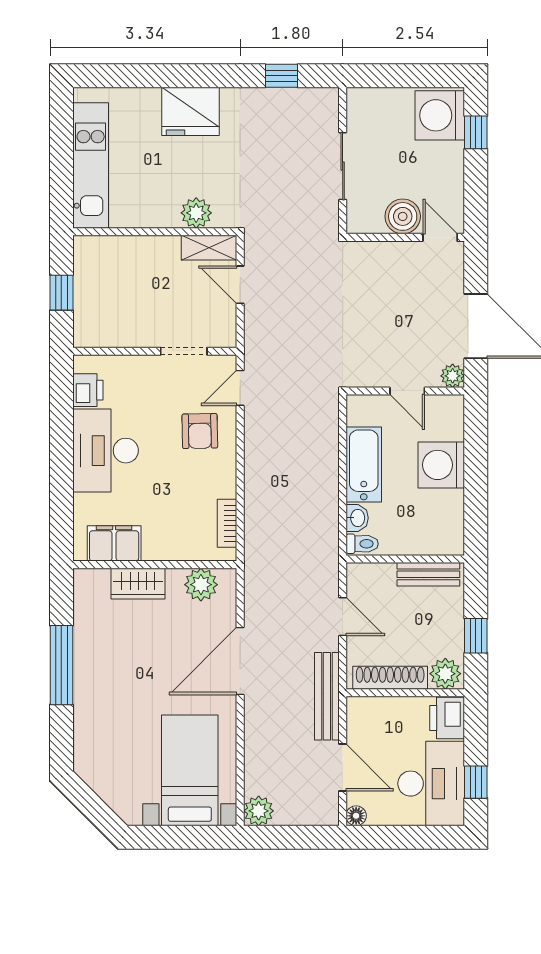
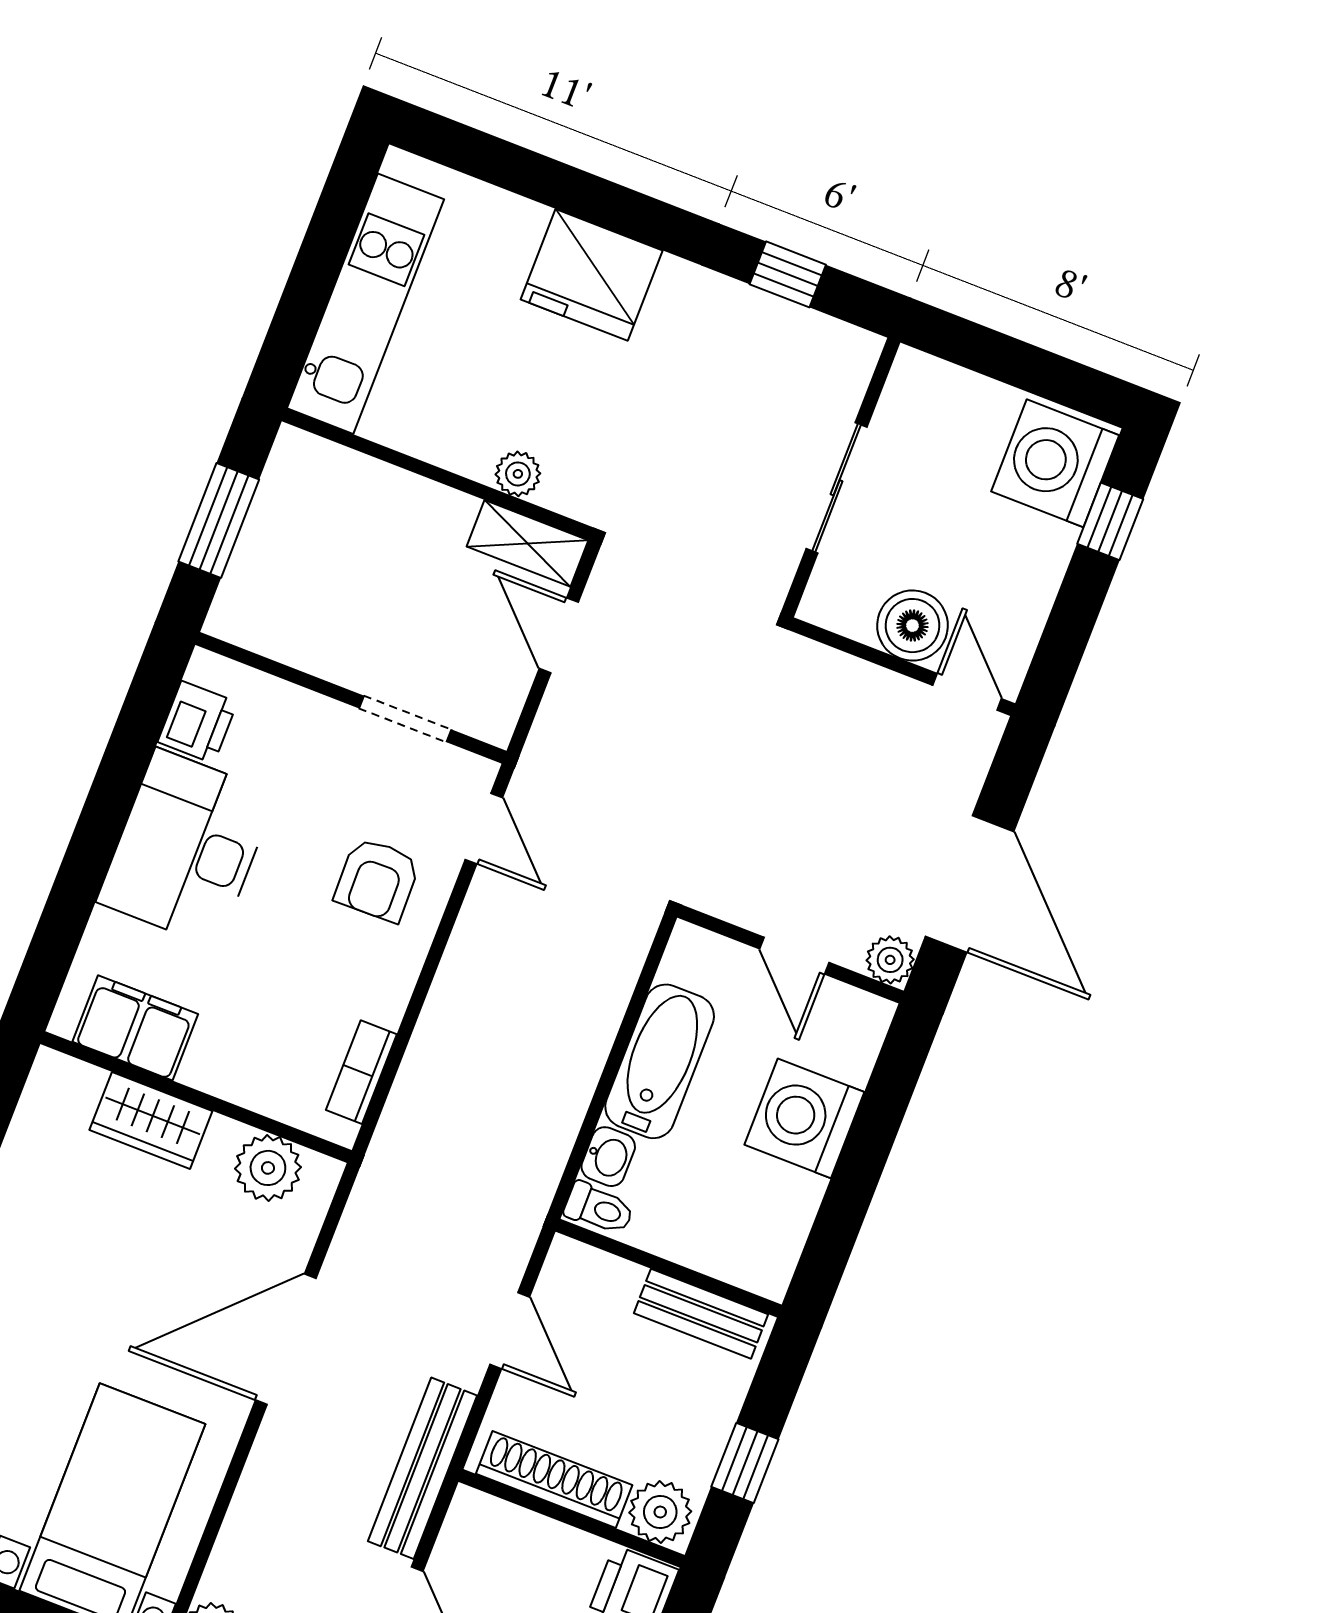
plant: (196, 213) -> (518, 474), width x0.73, depth x0.73
window: (61, 293) -> (219, 520), width x1.50
door: (240, 388) -> (484, 828), swing flipped

